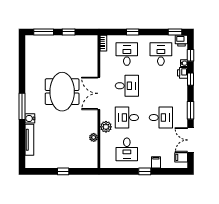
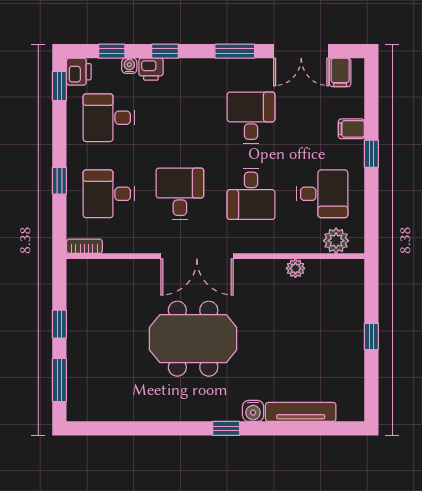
window: (22, 106) -> (226, 428), width x0.46
plant: (106, 127) -> (336, 241), moved

